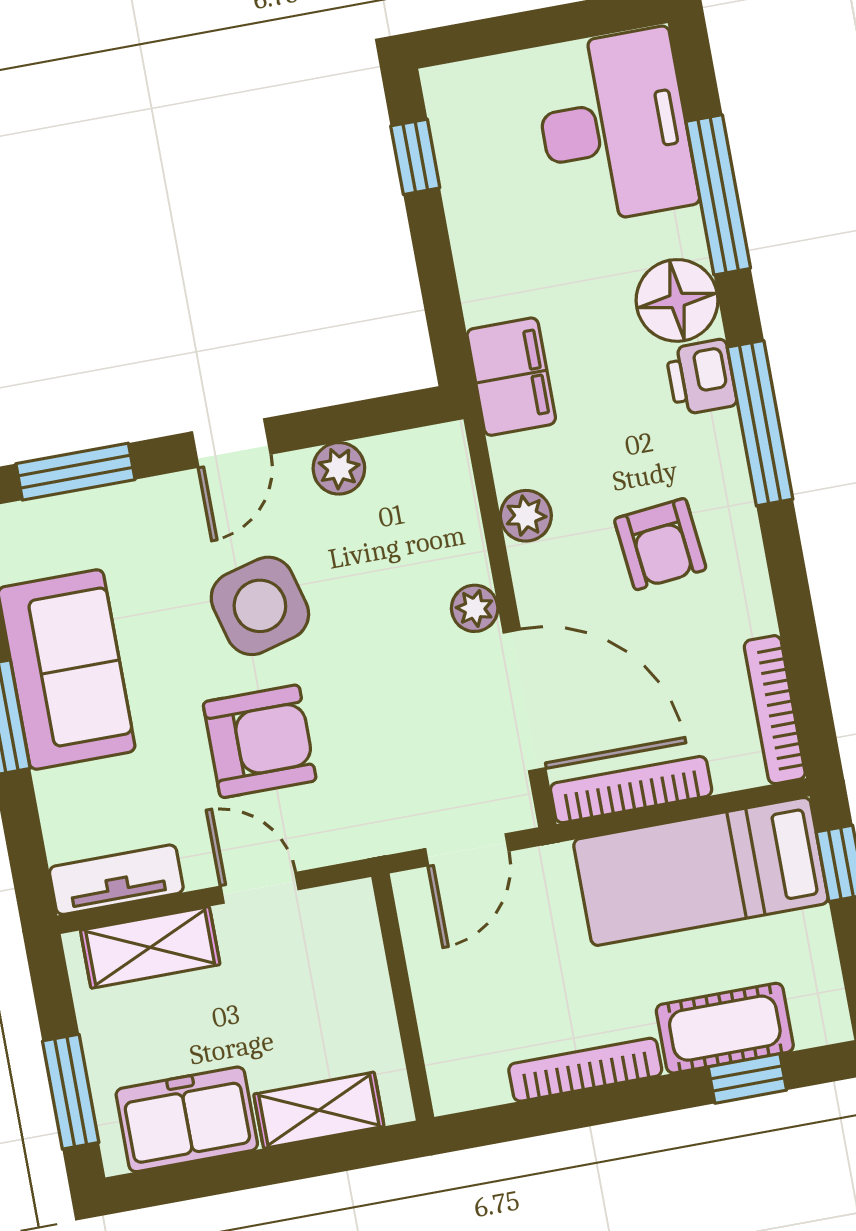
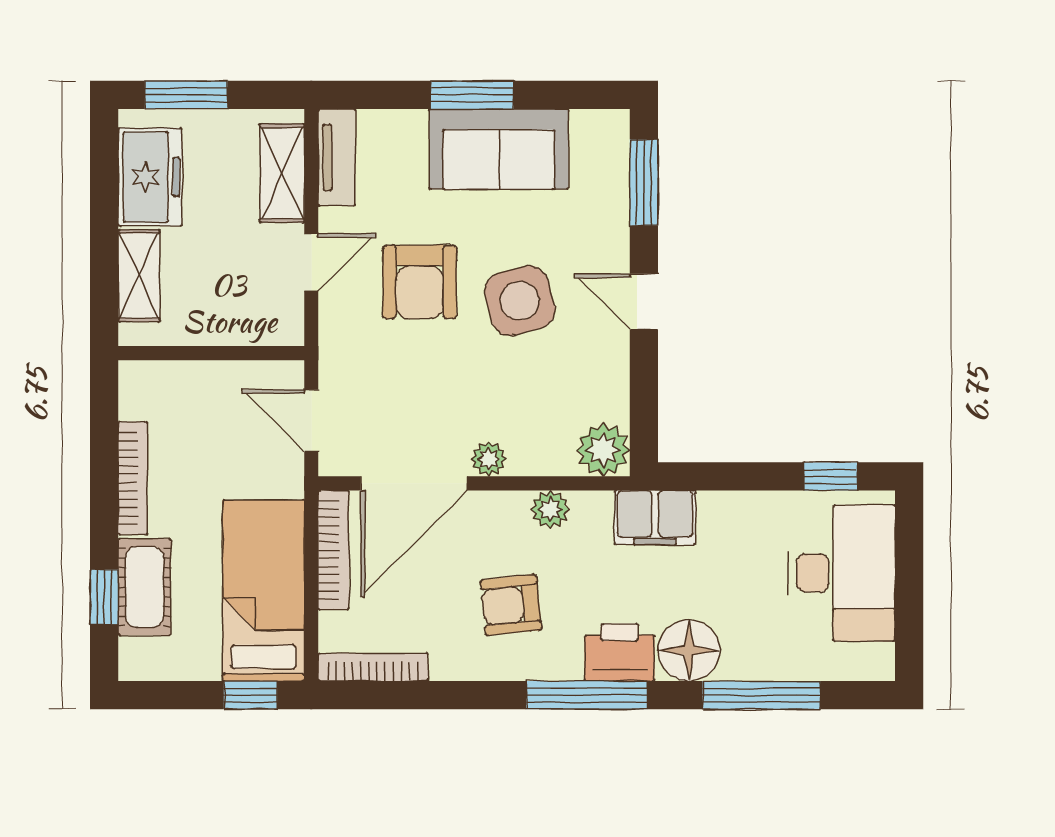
desk: (614, 127) -> (842, 573), moved, turned -90
printer: (701, 377) -> (620, 652), width x1.36, depth x1.24
plant: (339, 468) -> (603, 450), moved, width x1.38, depth x1.38

